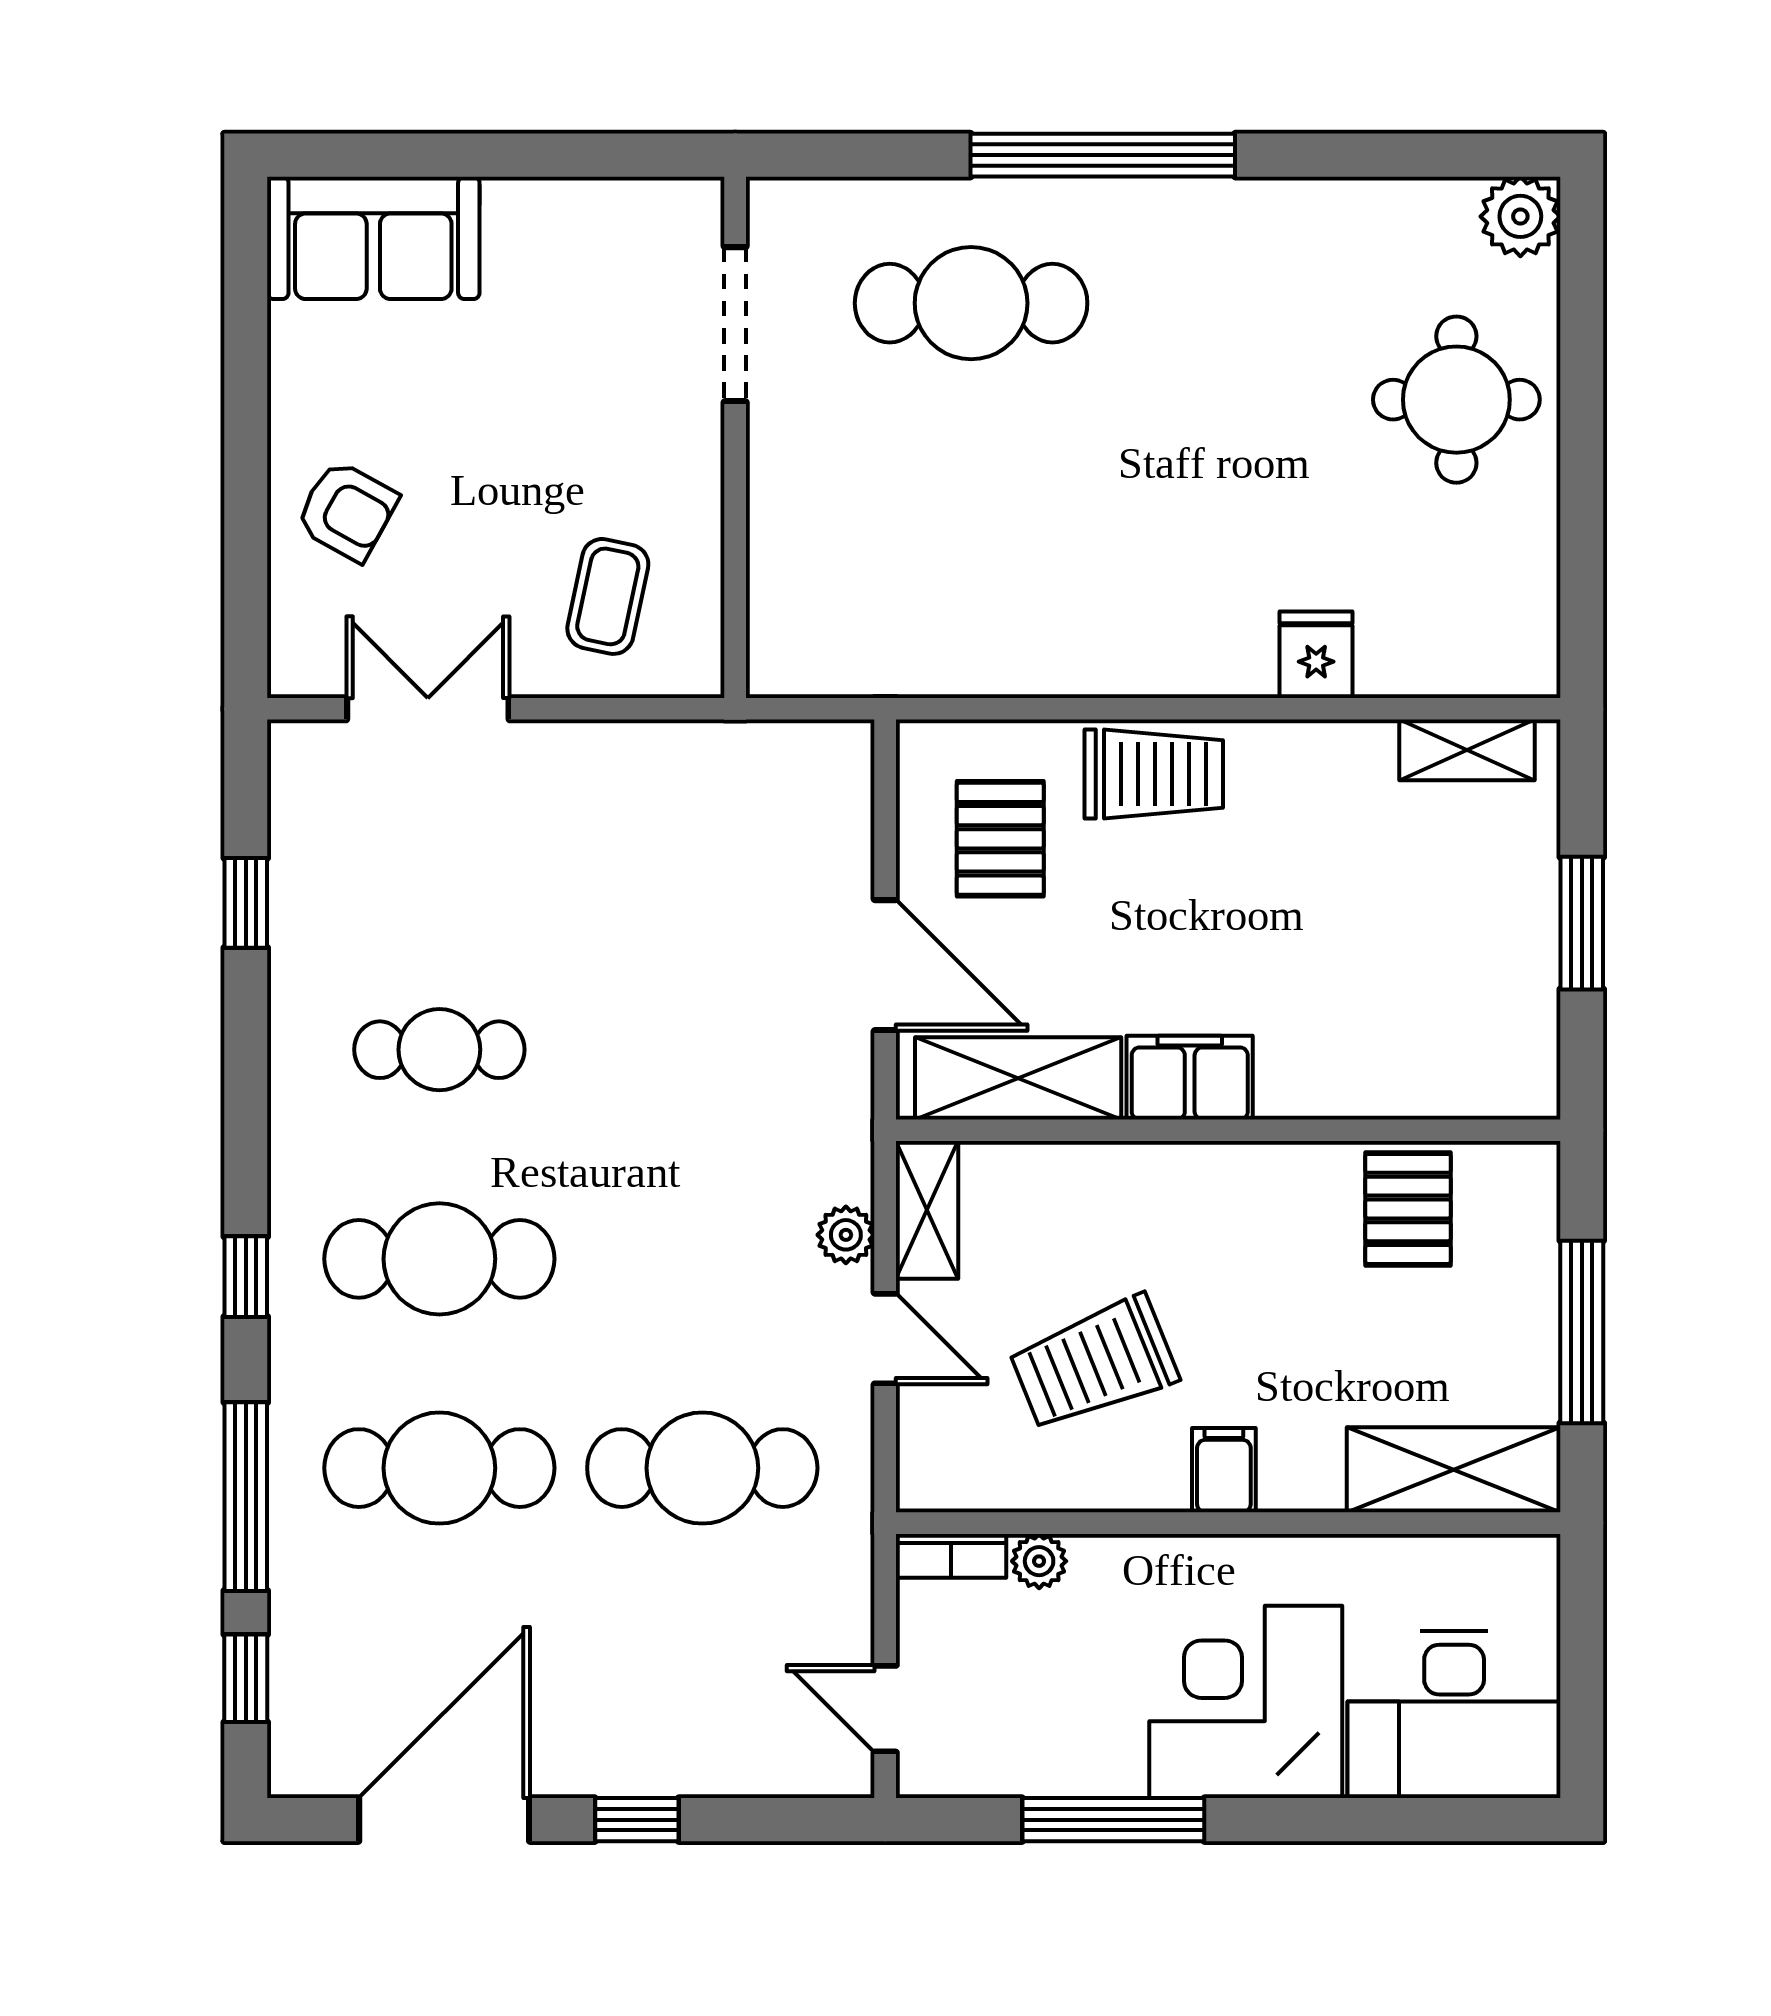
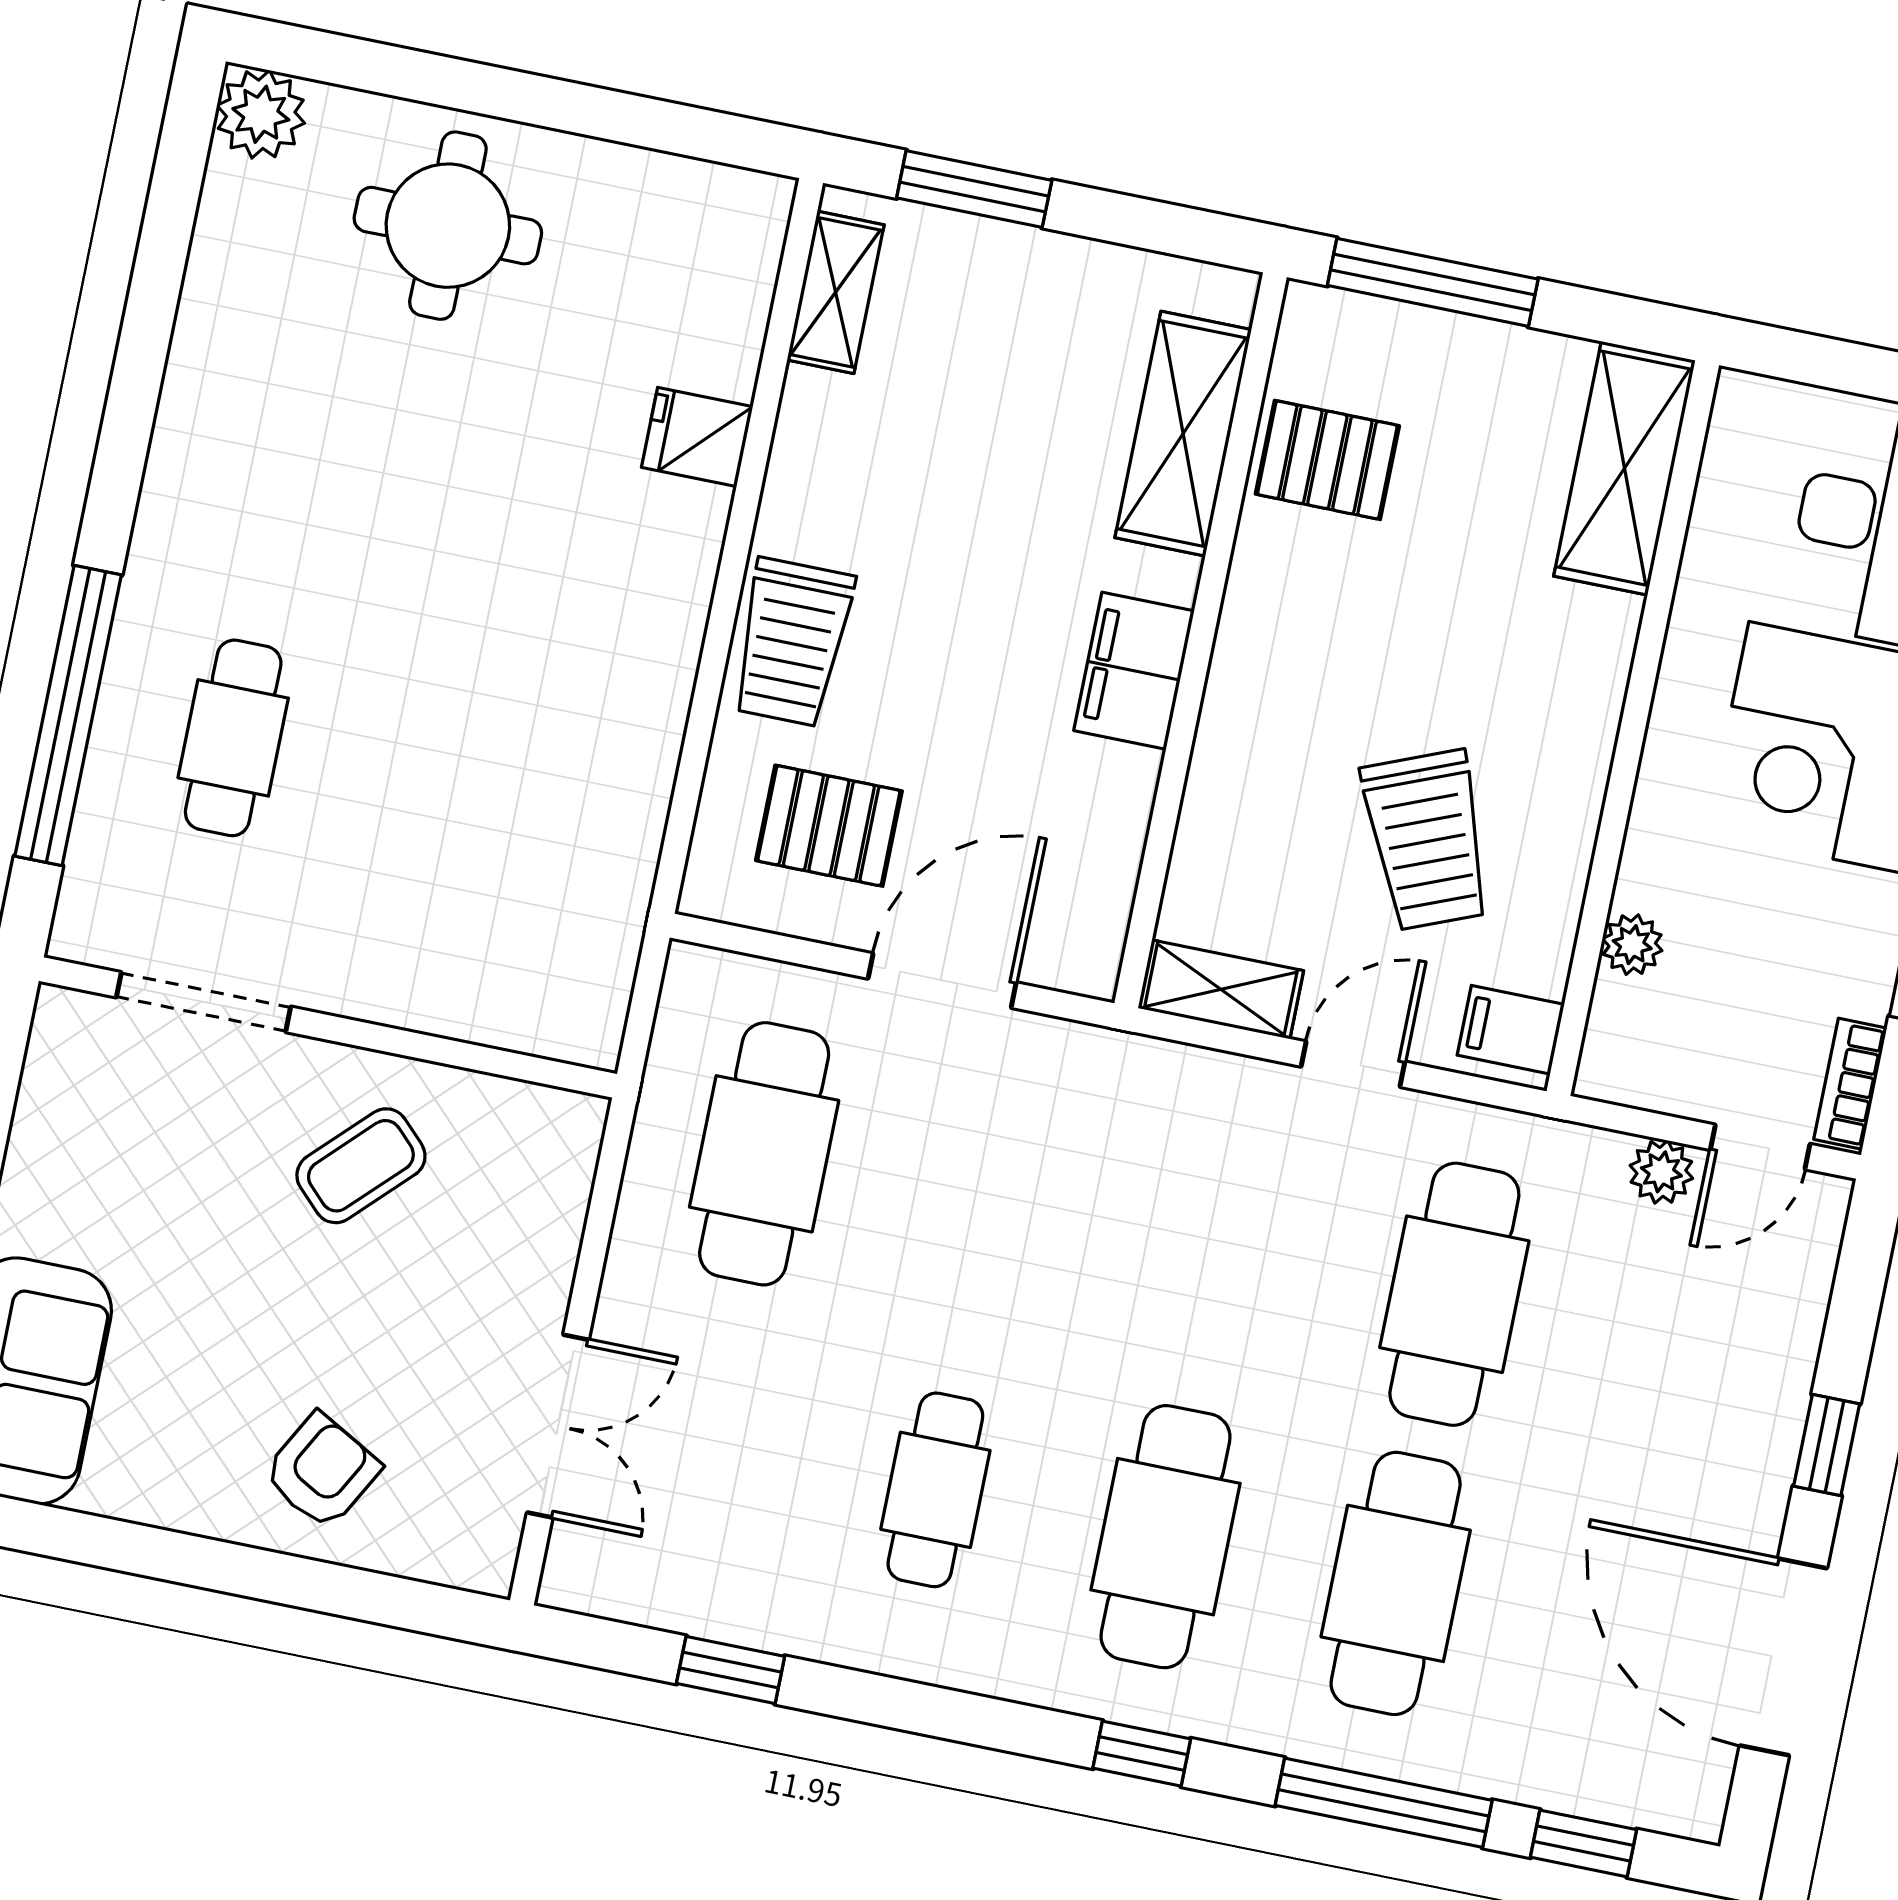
window: (1103, 155) -> (68, 715), moved
cafe table: (971, 303) -> (233, 738), width x0.73, depth x0.74
coffee table: (608, 596) -> (361, 1166), moved, turned -57
double door: (428, 709) -> (558, 1426), swing flipped
trolley: (1154, 774) -> (792, 642), turned 180
cafe table: (702, 841) -> (764, 1154), added
window: (1582, 923) -> (974, 189), moved
shelving: (1018, 1078) -> (1183, 434), moved
plant: (846, 1235) -> (1661, 1172), moved
window: (1582, 1332) -> (1433, 282), moved
filing cabinet: (1224, 1470) -> (1511, 1030), moved
bookcase: (951, 1556) -> (1850, 1084), moved, turned 180

